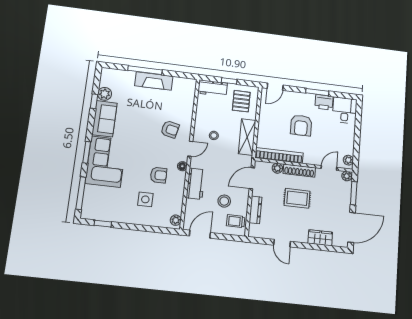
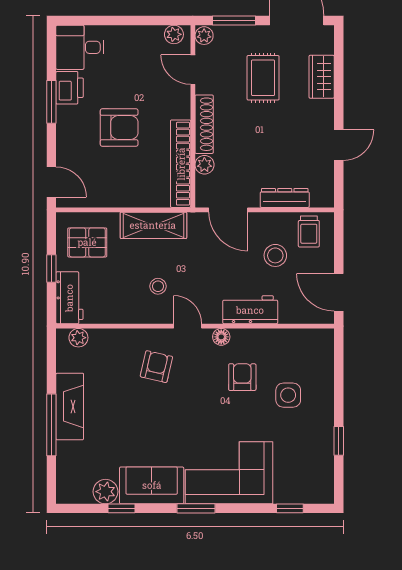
window: (87, 152) -> (196, 508), moved
window: (81, 193) -> (290, 508), width x0.46
rug: (297, 198) -> (263, 78), moved
plant: (176, 220) -> (78, 338), moved
window: (103, 224) -> (339, 441), moved

